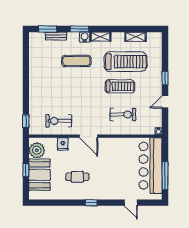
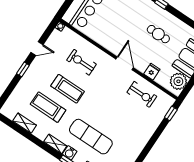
exercise mat: (76, 61) -> (91, 137), width x1.36, depth x1.45
treadmill: (126, 62) -> (48, 107), width x0.73, depth x0.73
treadmill: (120, 86) -> (68, 89), turned 180

